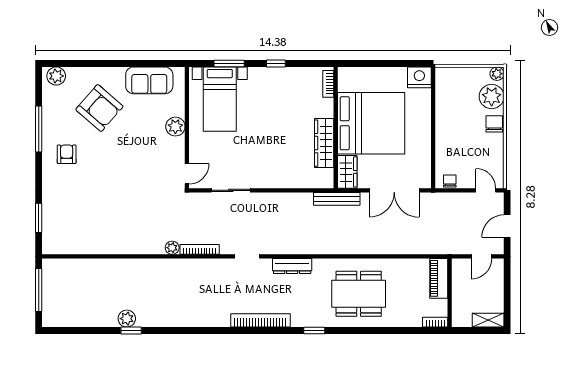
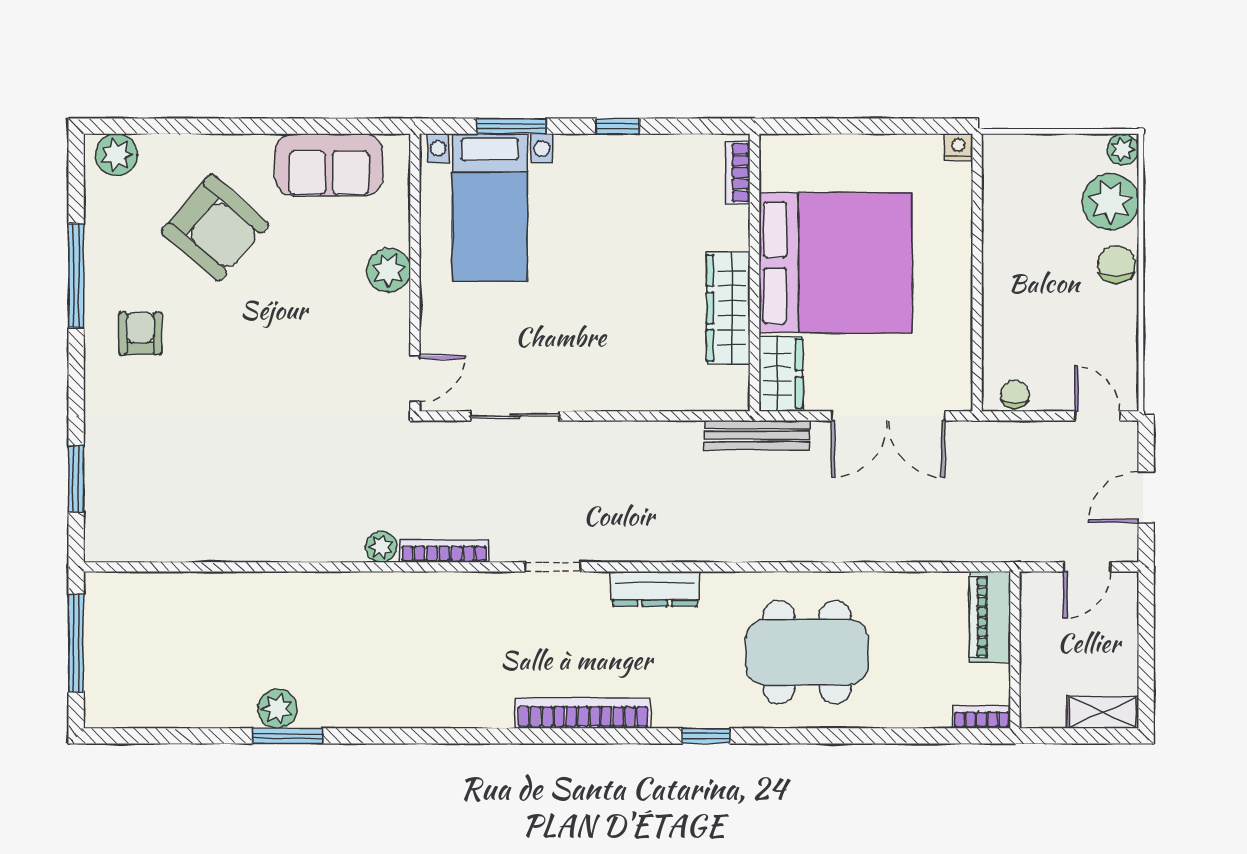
nightstand: (419, 77) -> (958, 147), width x0.53, depth x0.56
window: (131, 330) -> (287, 736), width x1.50

